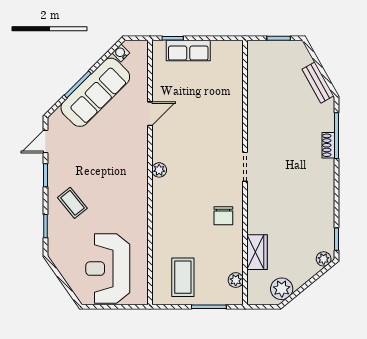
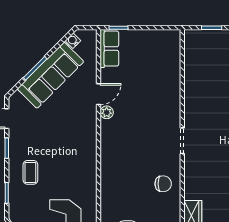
row of seats: (188, 51) -> (109, 49), moved, turned -90
plant: (159, 170) -> (107, 112), moved
coffee table: (72, 203) -> (30, 172), turned 39
chair: (223, 216) -> (163, 184), turned -90

